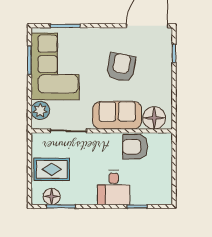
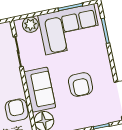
armchair: (121, 67) -> (81, 85), turned 80

